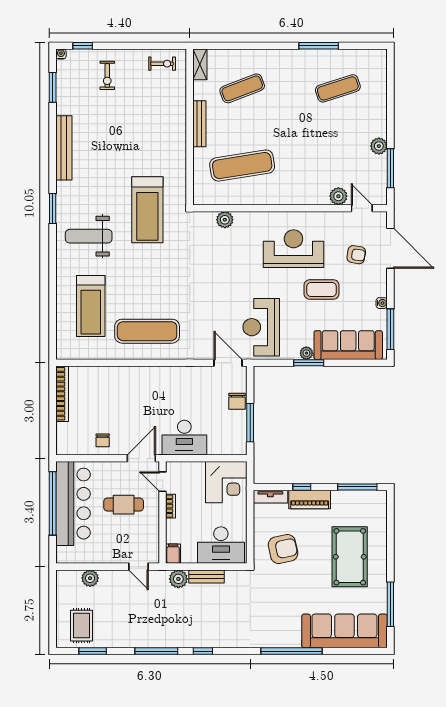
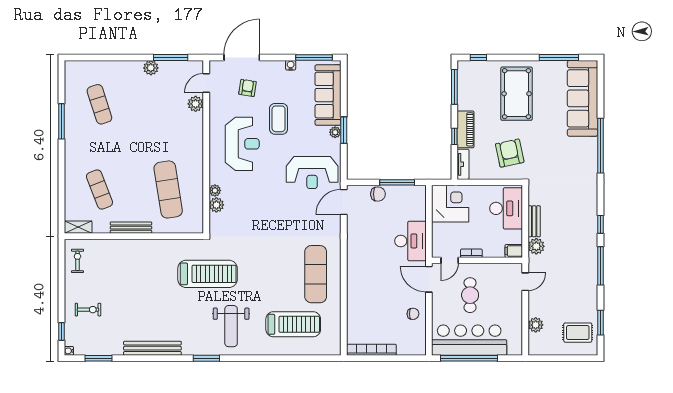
plant: (241, 218) -> (215, 190), added
reception desk: (293, 249) -> (242, 144), turned 180
window: (390, 514) -> (478, 58), added
pool table: (350, 557) -> (517, 94), turned 90

